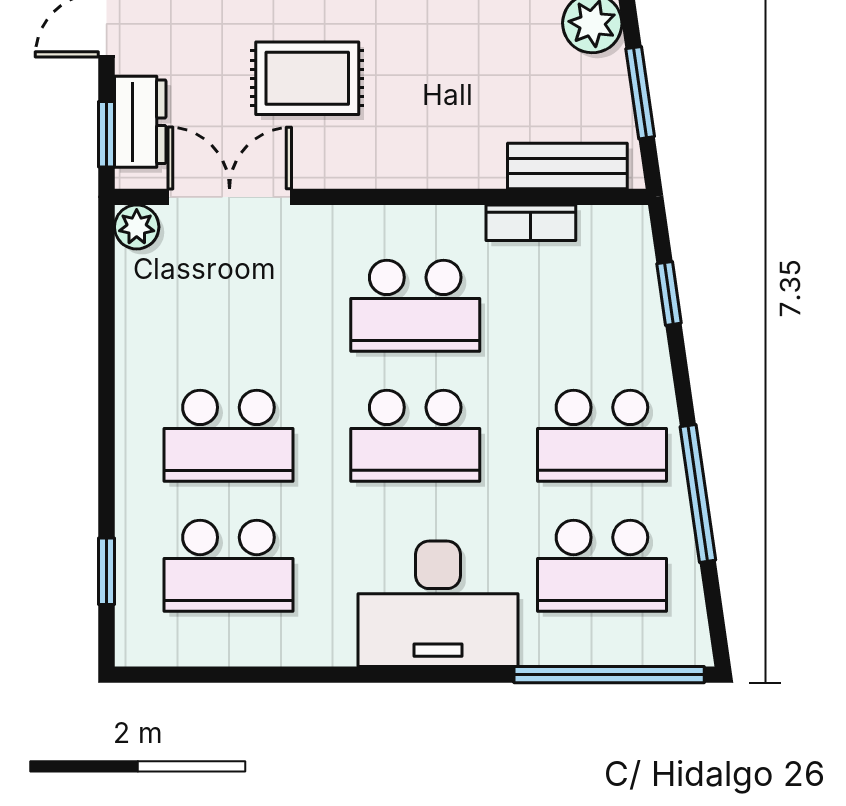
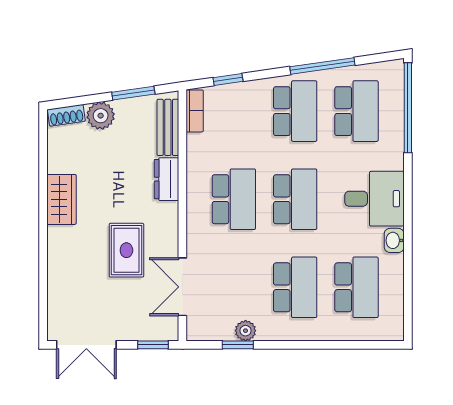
dresser: (140, 122) -> (167, 179), moved, turned -90
bookcase: (531, 223) -> (195, 111), moved
plant: (137, 227) -> (246, 331), moved
window: (107, 571) -> (238, 345), moved
desk: (438, 604) -> (374, 199), width x0.73
washbasin: (328, 646) -> (394, 240), added

